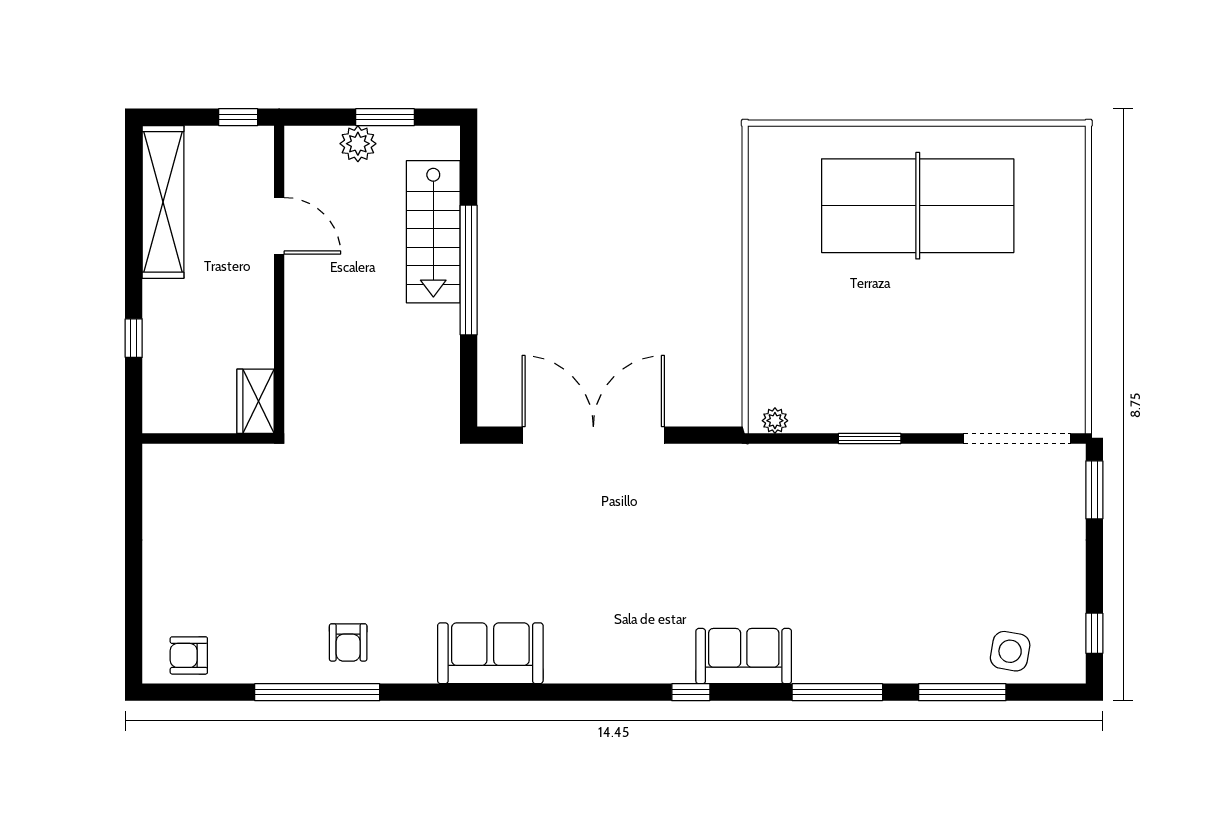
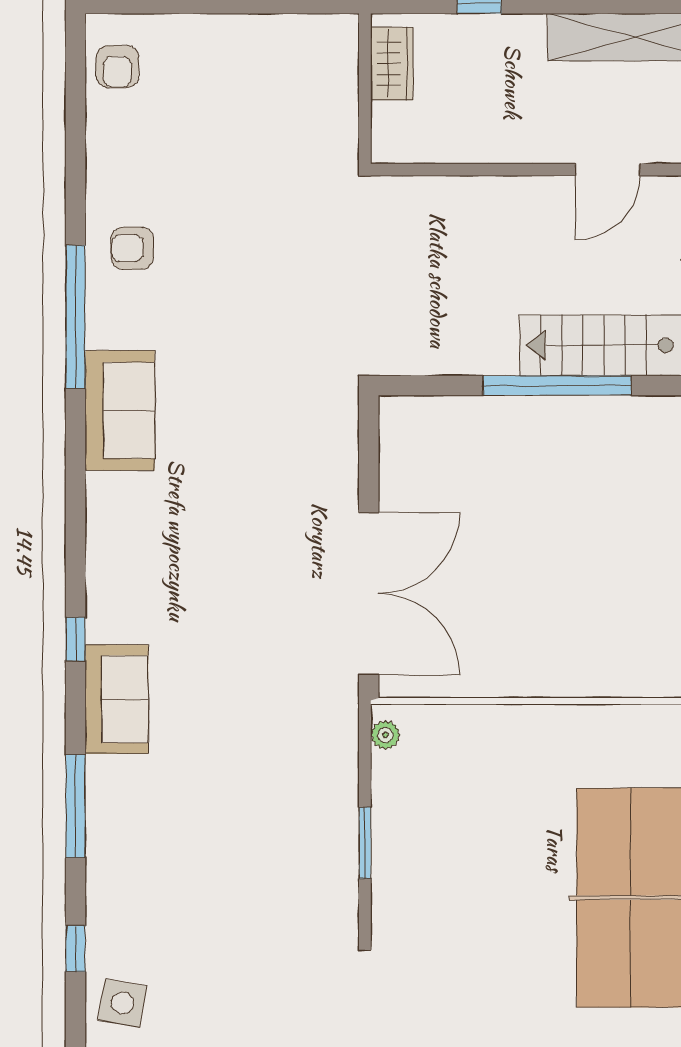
wardrobe: (255, 401) -> (392, 64), moved, turned 90
double door: (593, 435) -> (369, 594), moved
armchair: (189, 655) -> (117, 67), turned 180
window: (317, 692) -> (76, 317), moved
window: (962, 692) -> (76, 949), width x0.46

